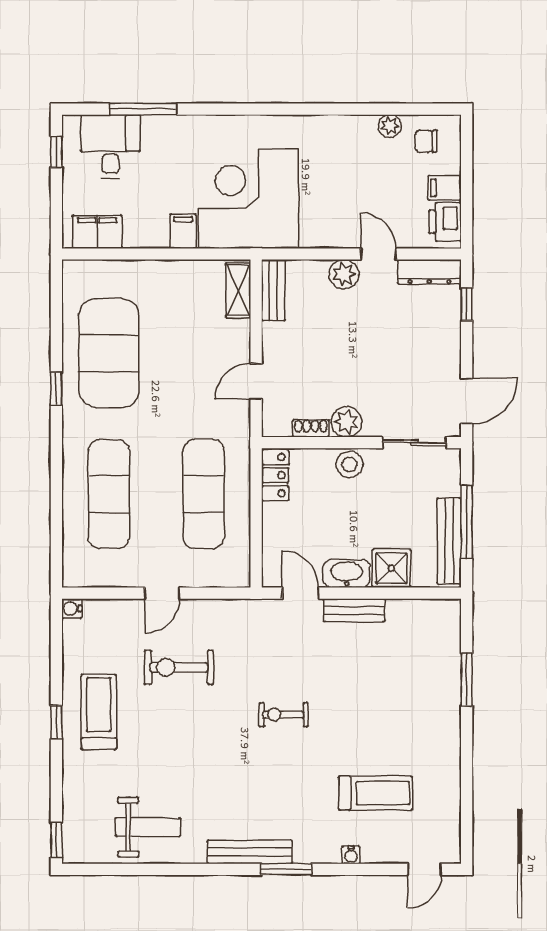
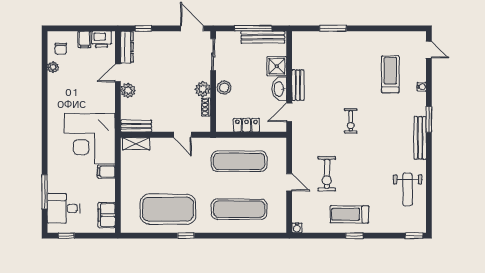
locker: (275, 475) -> (246, 125), moved
weight bench: (148, 827) -> (408, 189), turned 180

